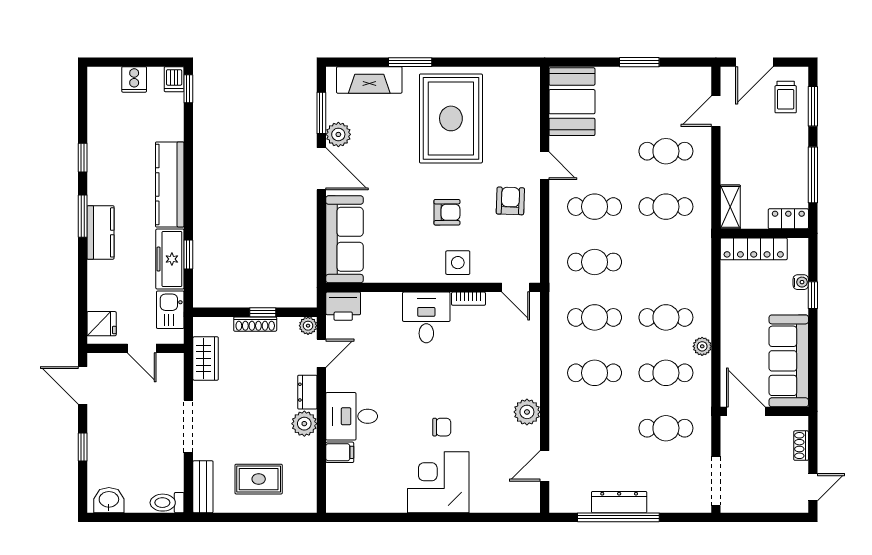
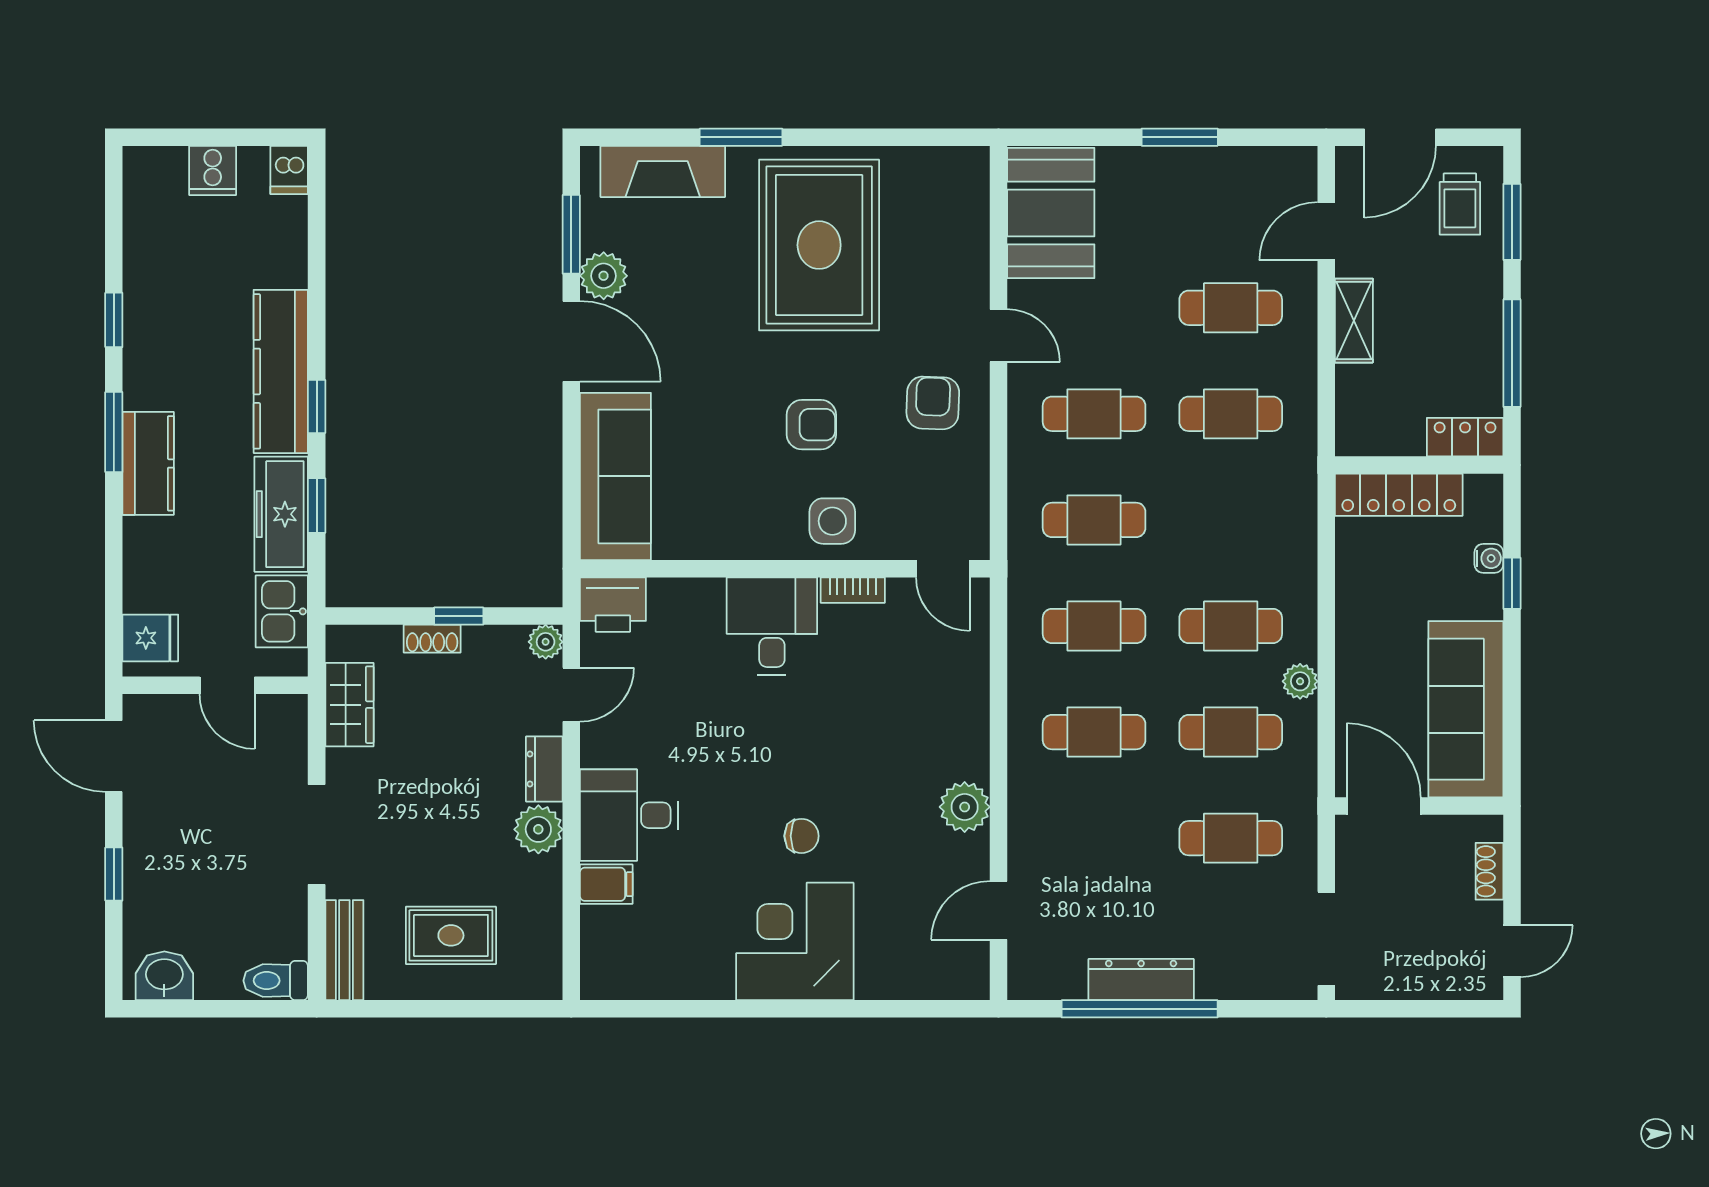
window: (188, 89) -> (317, 406), moved
shelving: (730, 207) -> (1354, 321), moved
shoe rack: (255, 324) -> (432, 639), width x0.70

